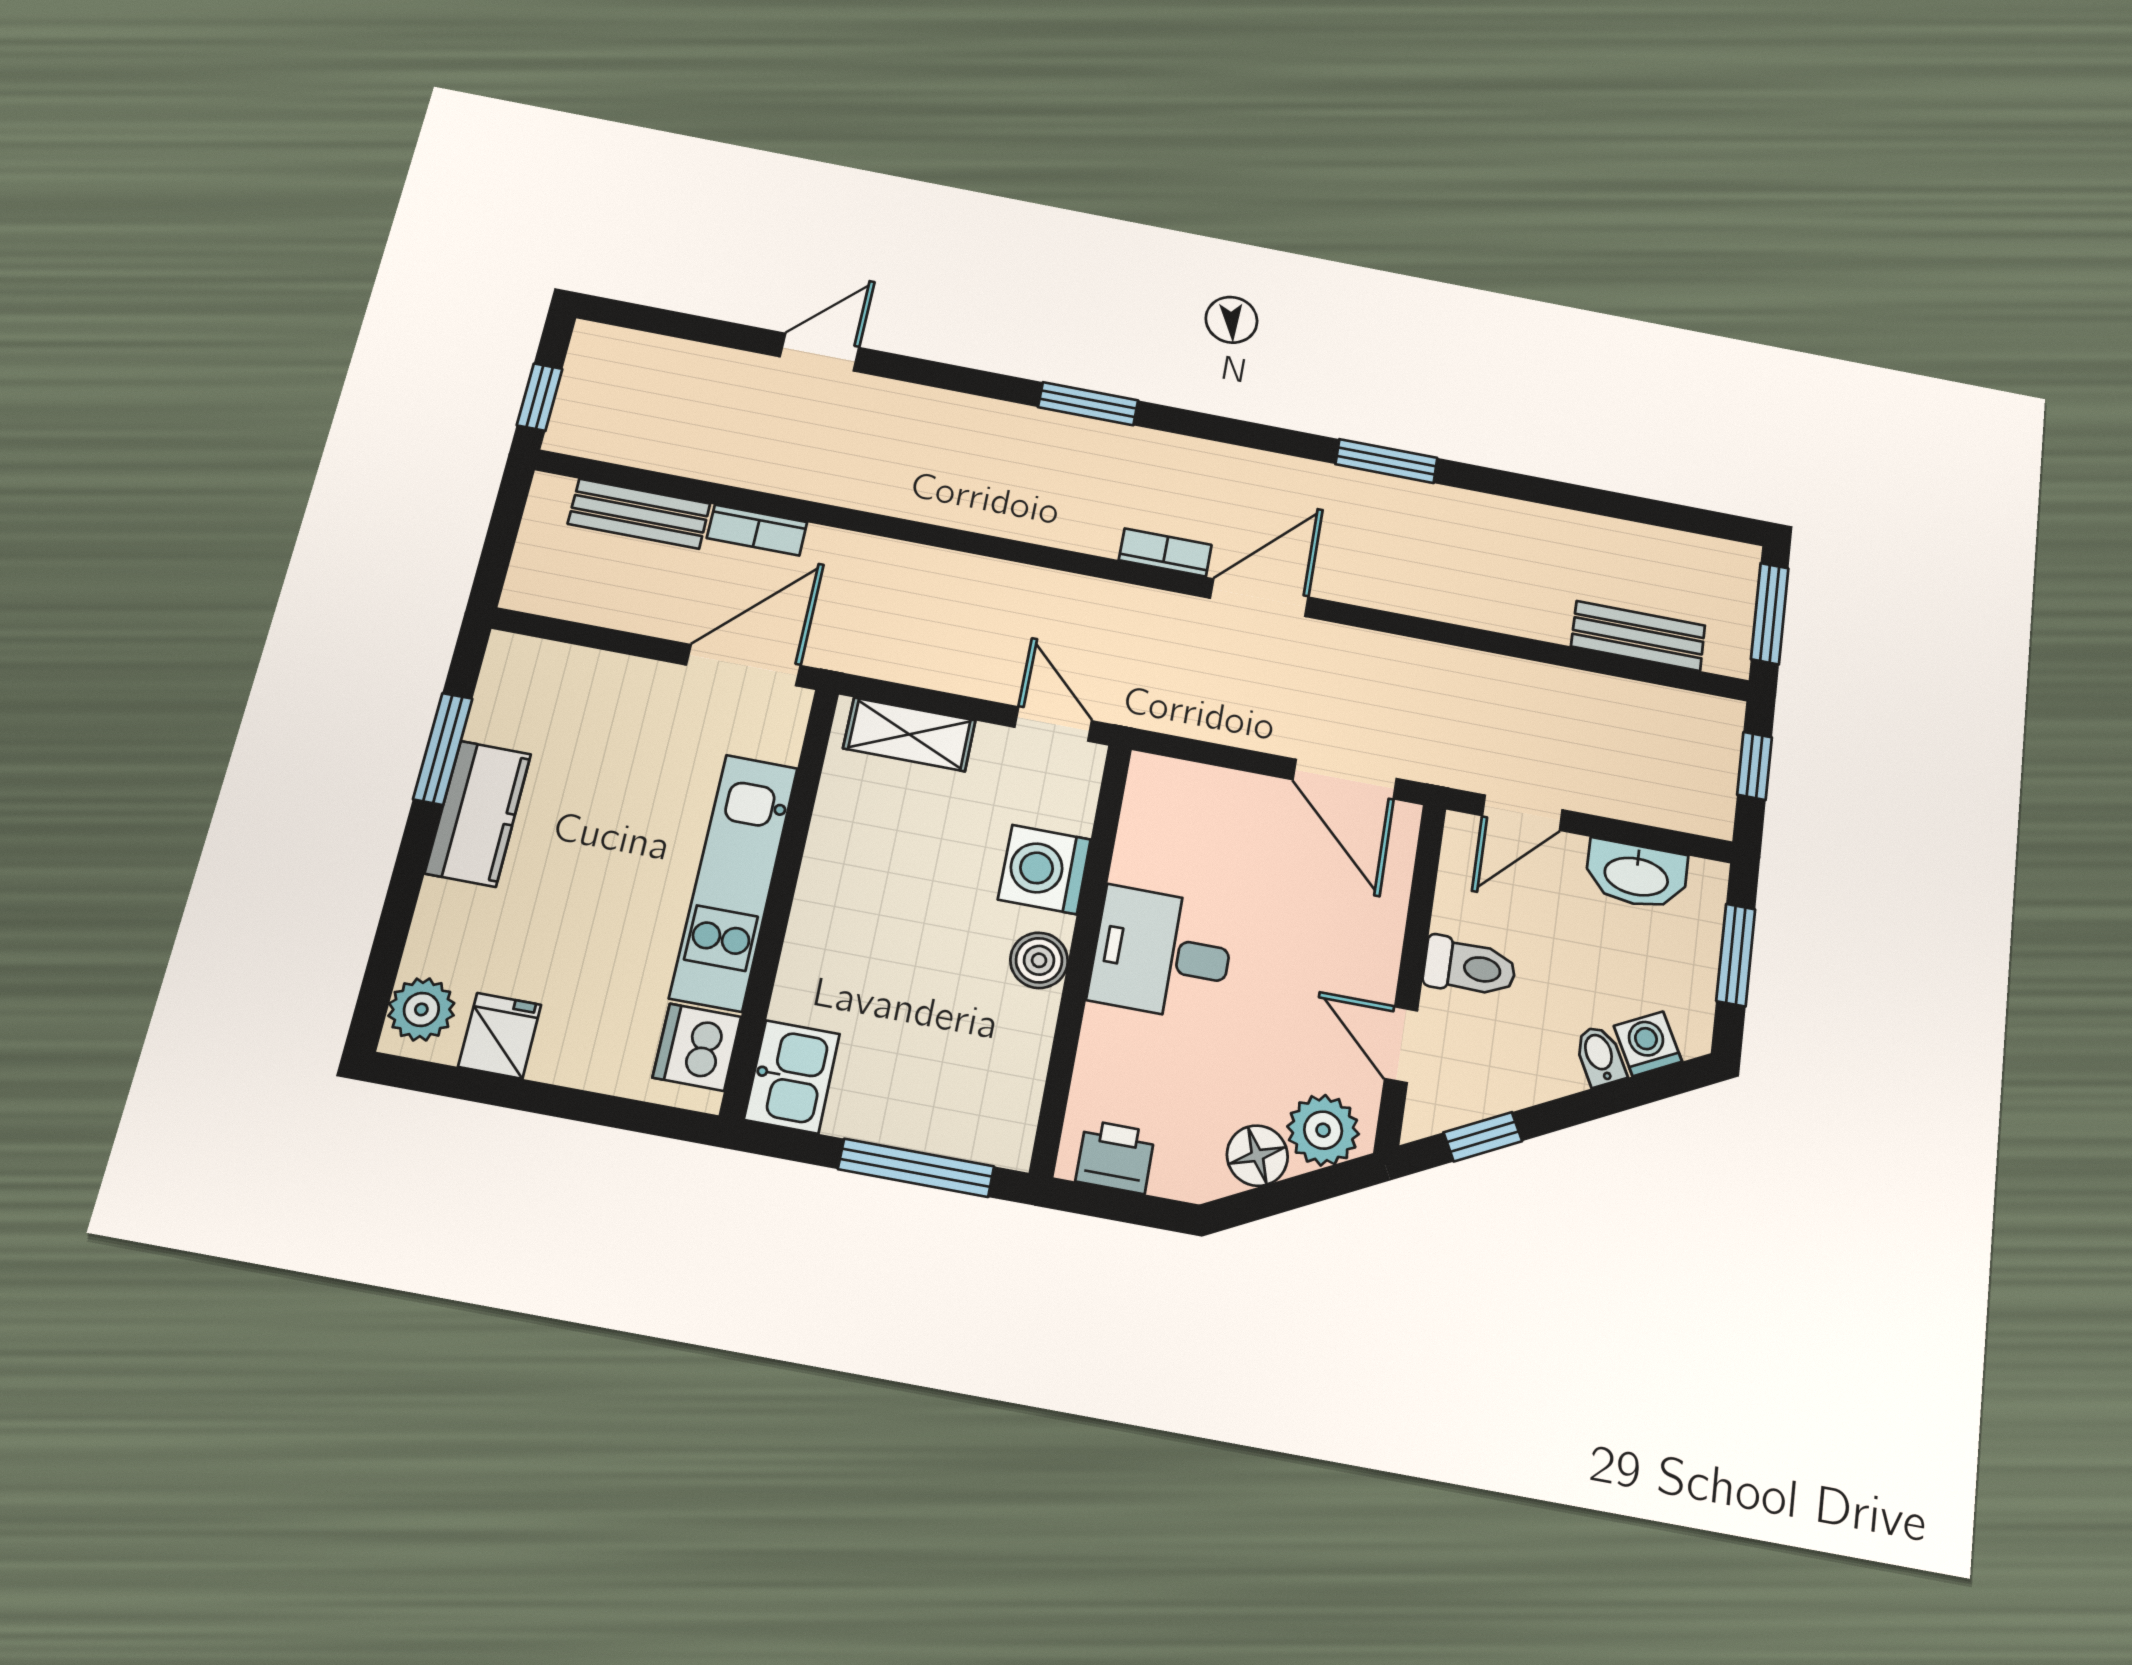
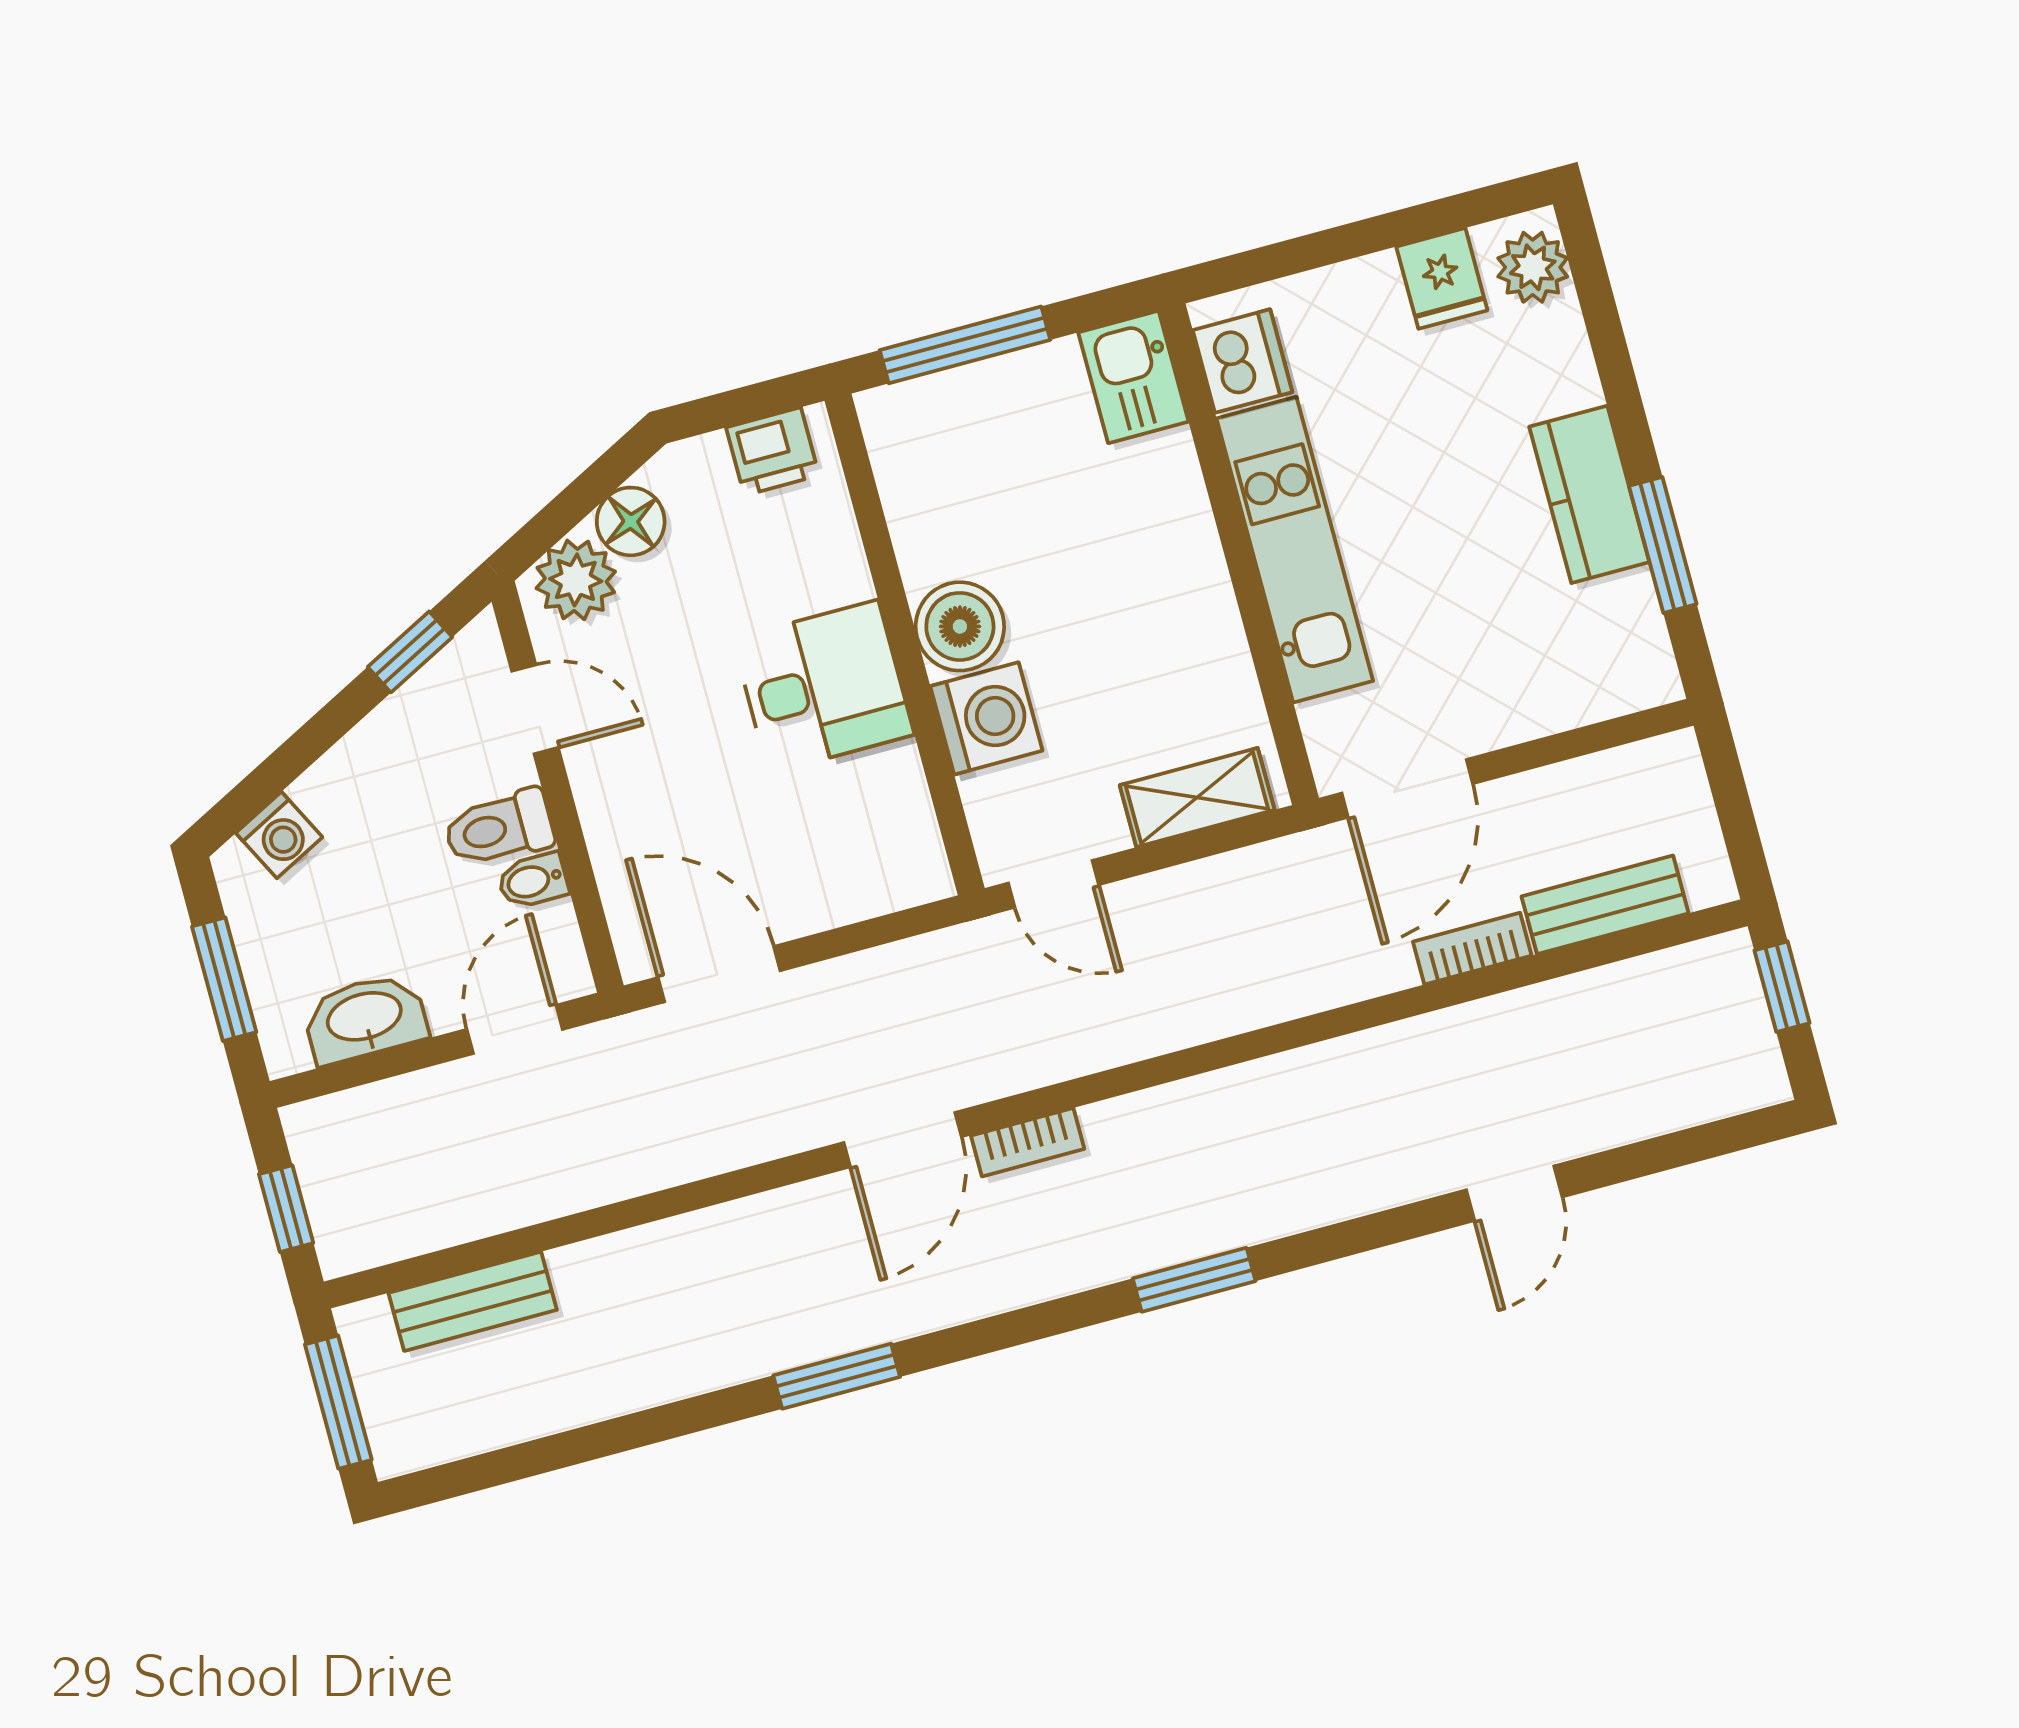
boiler: (1039, 960) -> (960, 626), width x1.36, depth x1.36
bidet: (1600, 1056) -> (533, 881), moved, turned 117

